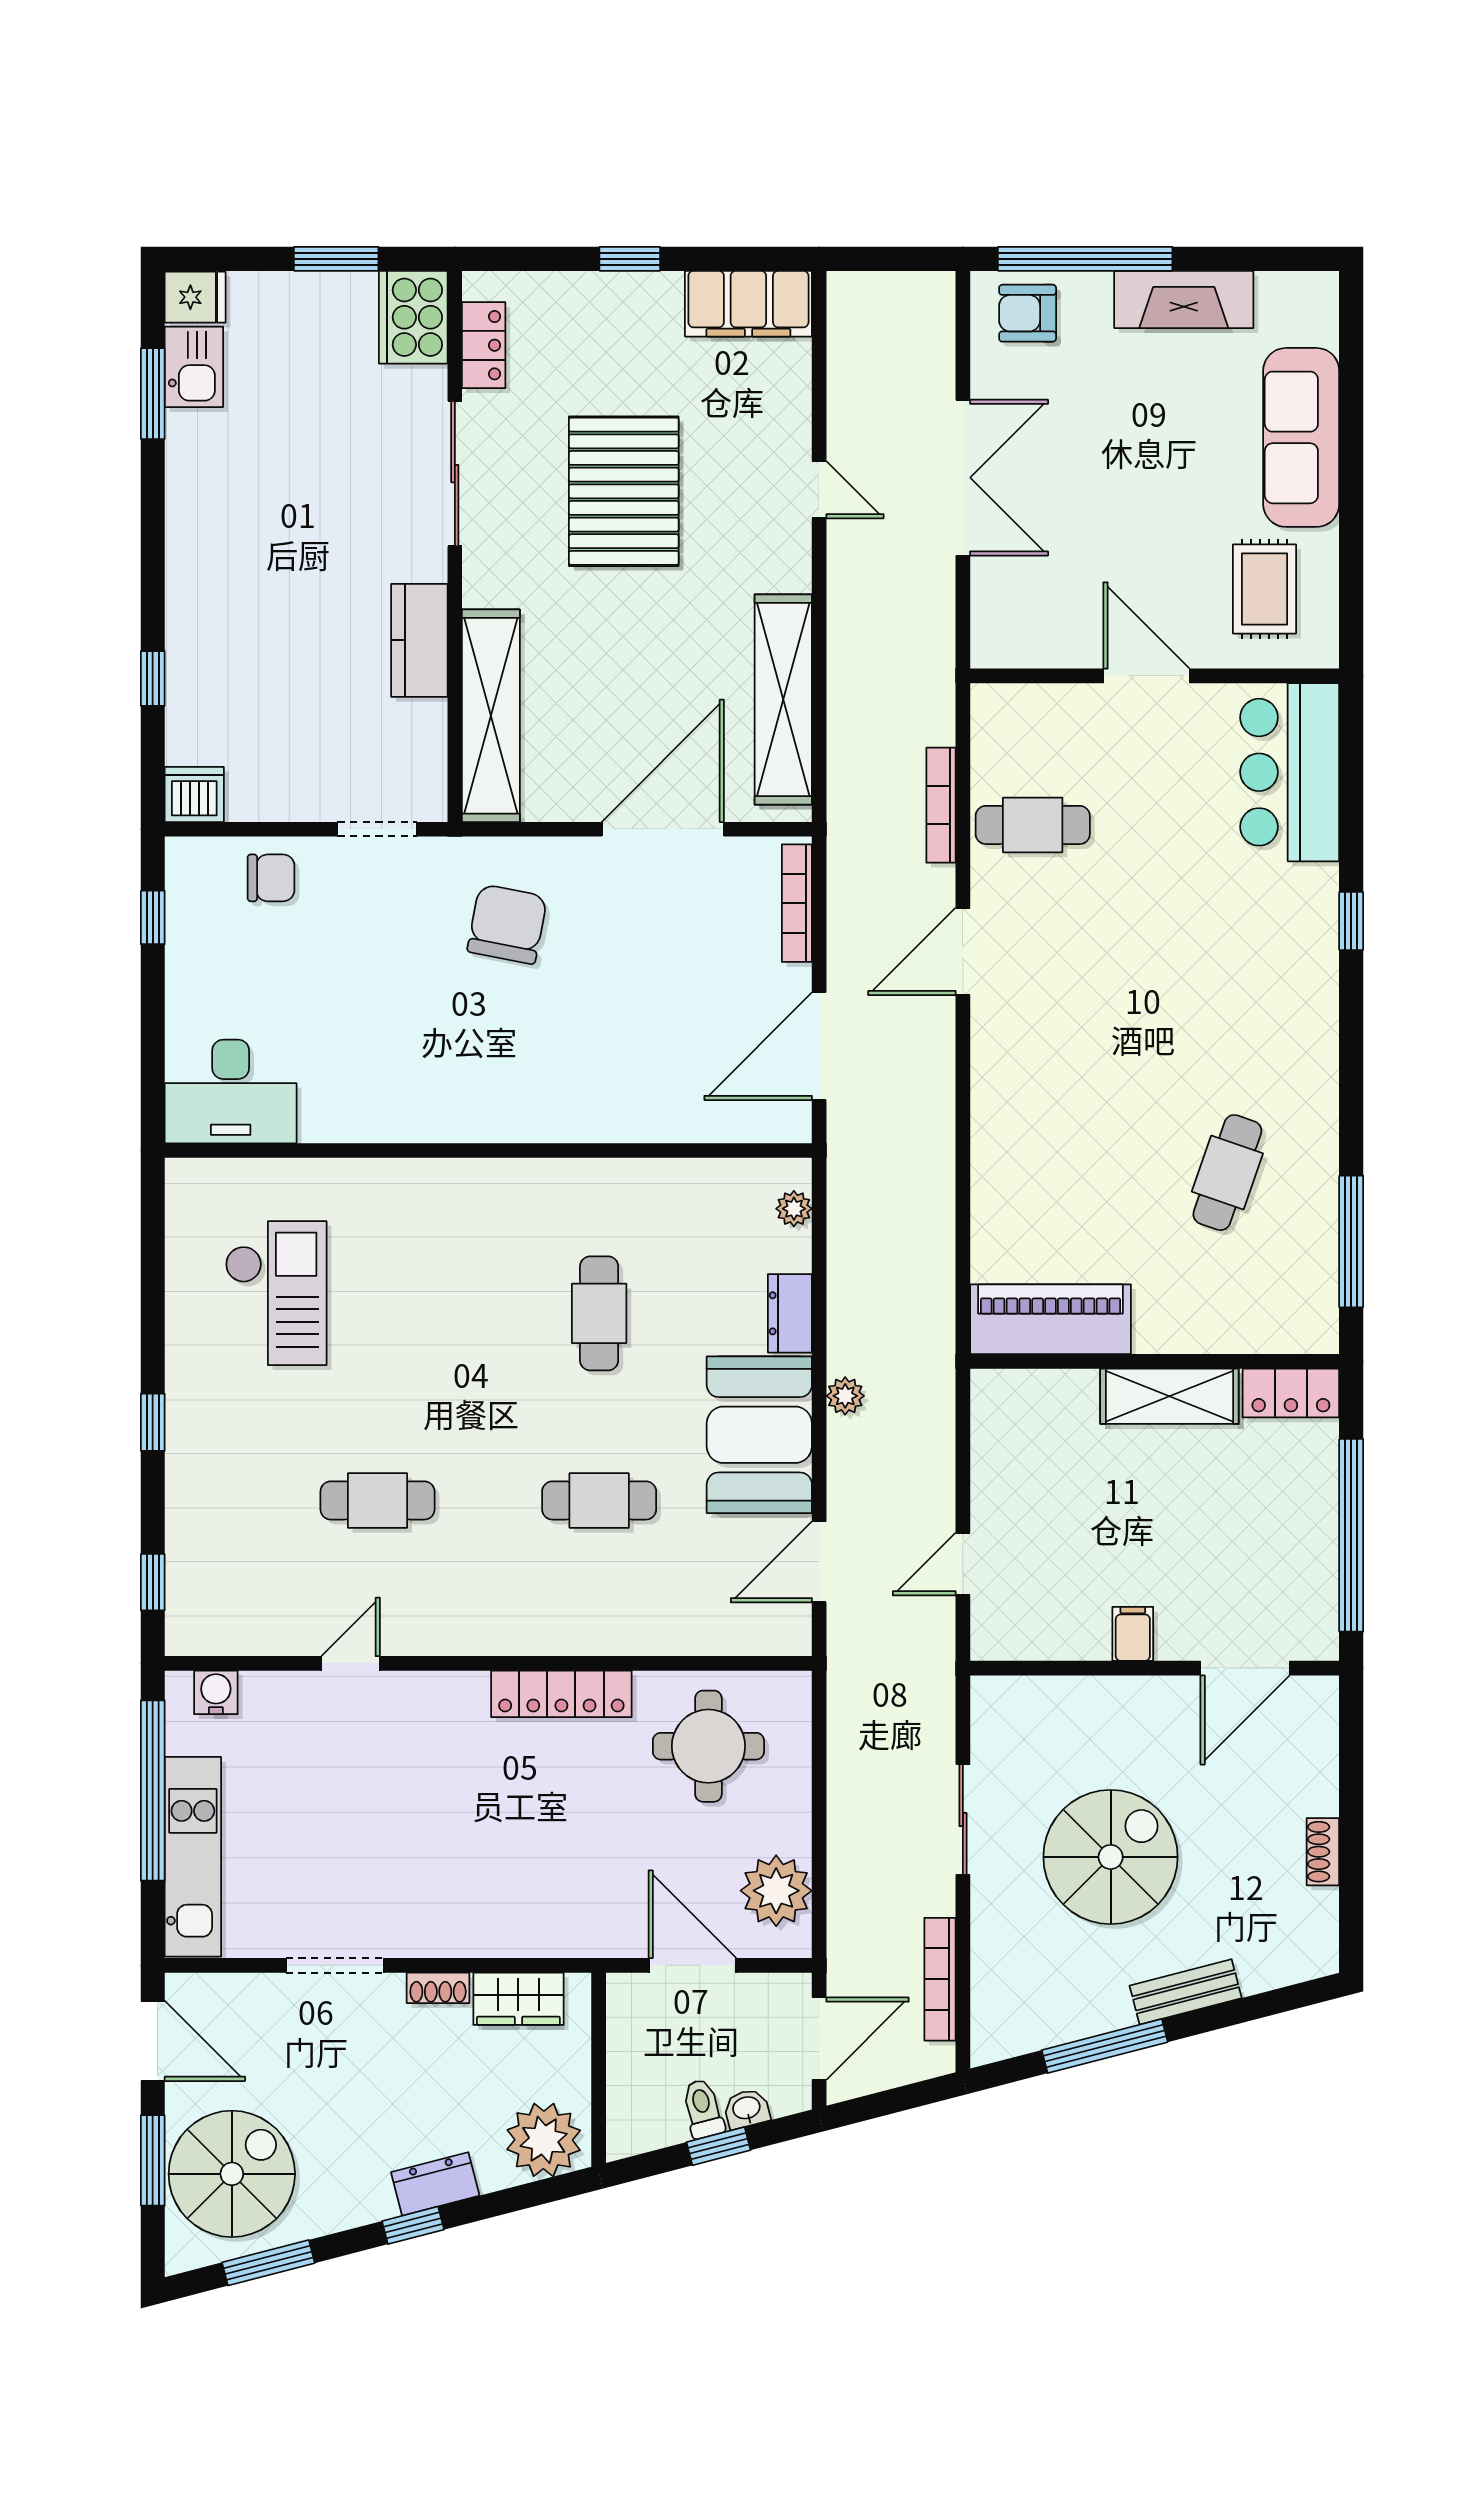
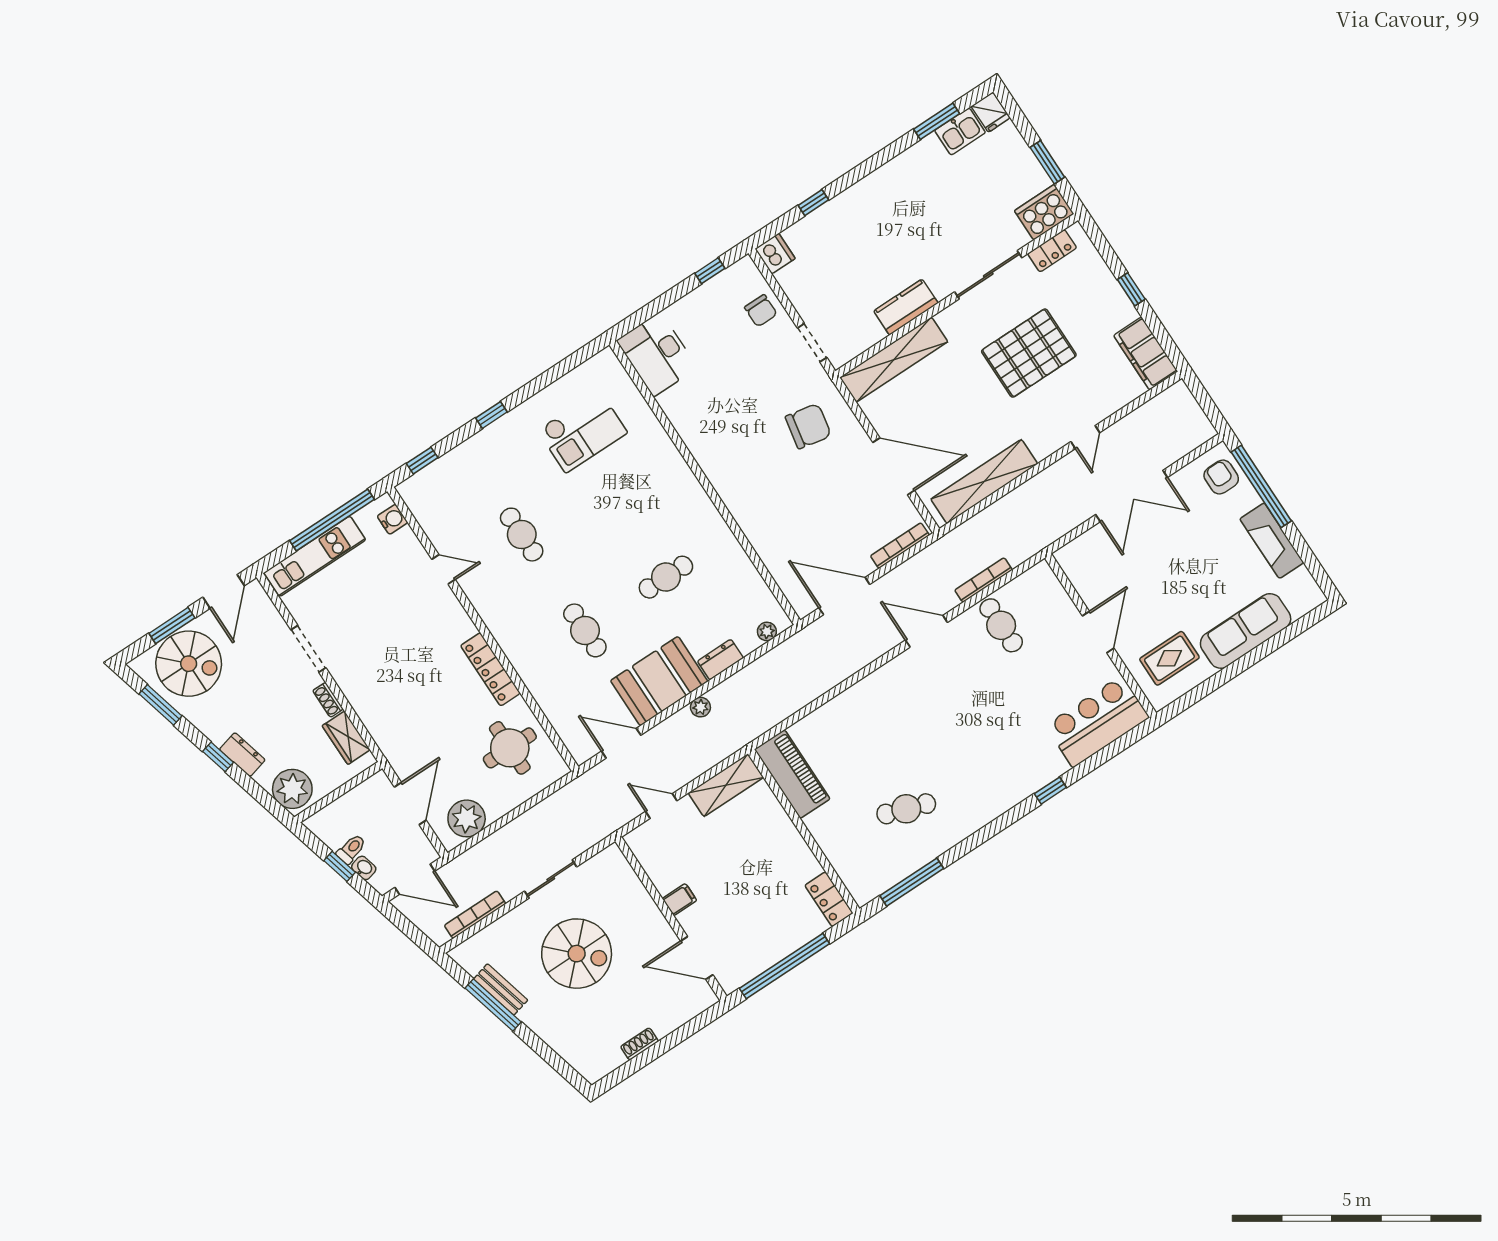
shelving: (1169, 1396) -> (726, 785), moved, turned 90
bench: (1186, 1992) -> (501, 989), moved

